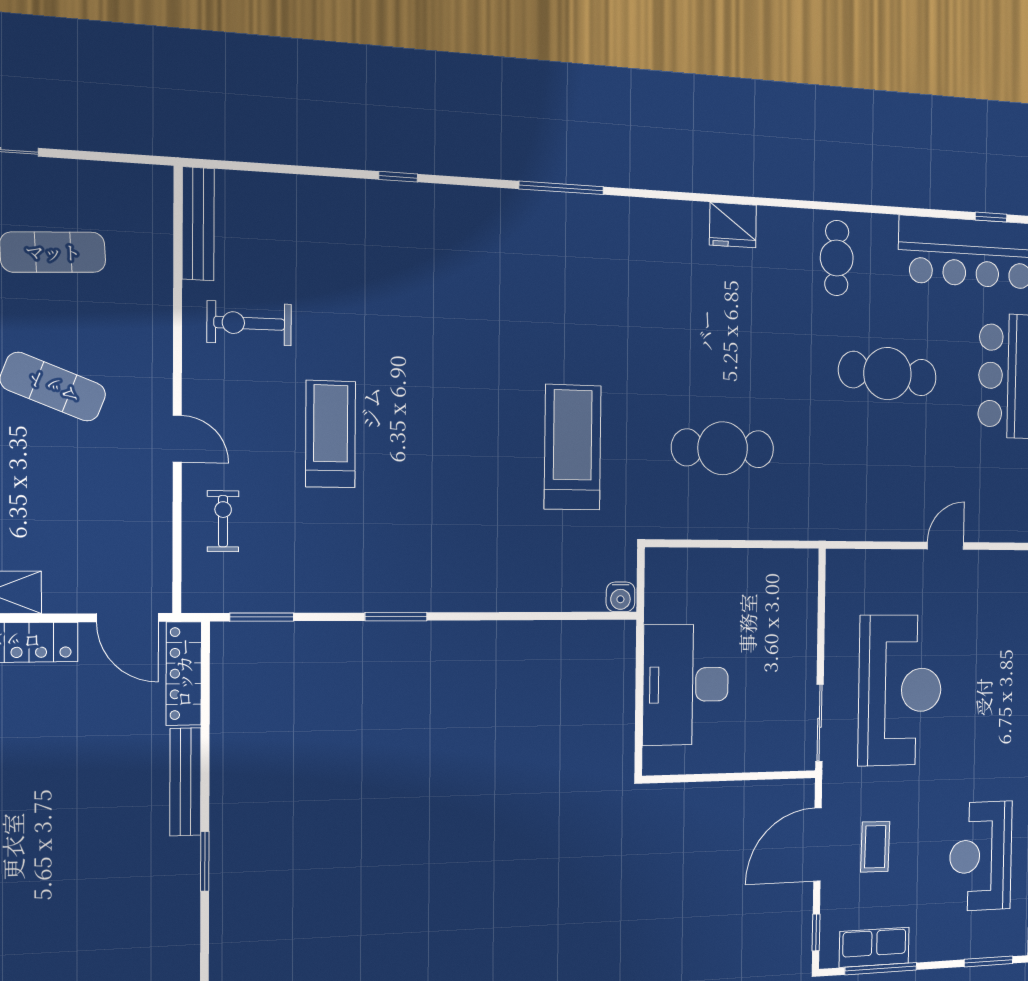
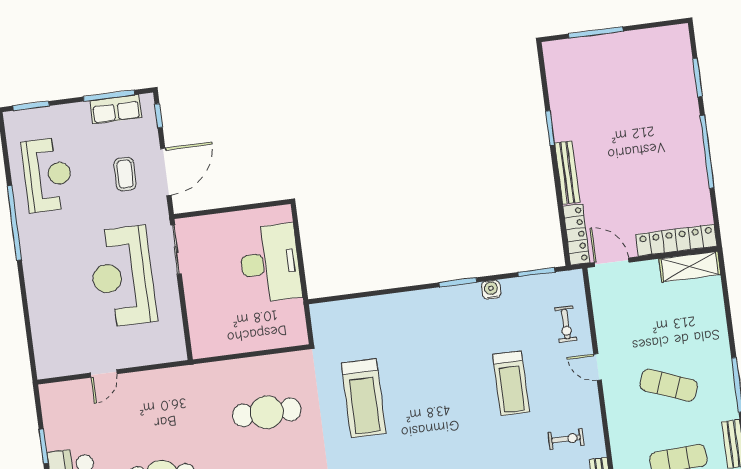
exercise bike: (249, 323) -> (566, 439), width x0.73, depth x0.72
water cooler: (620, 597) -> (491, 290), moved

